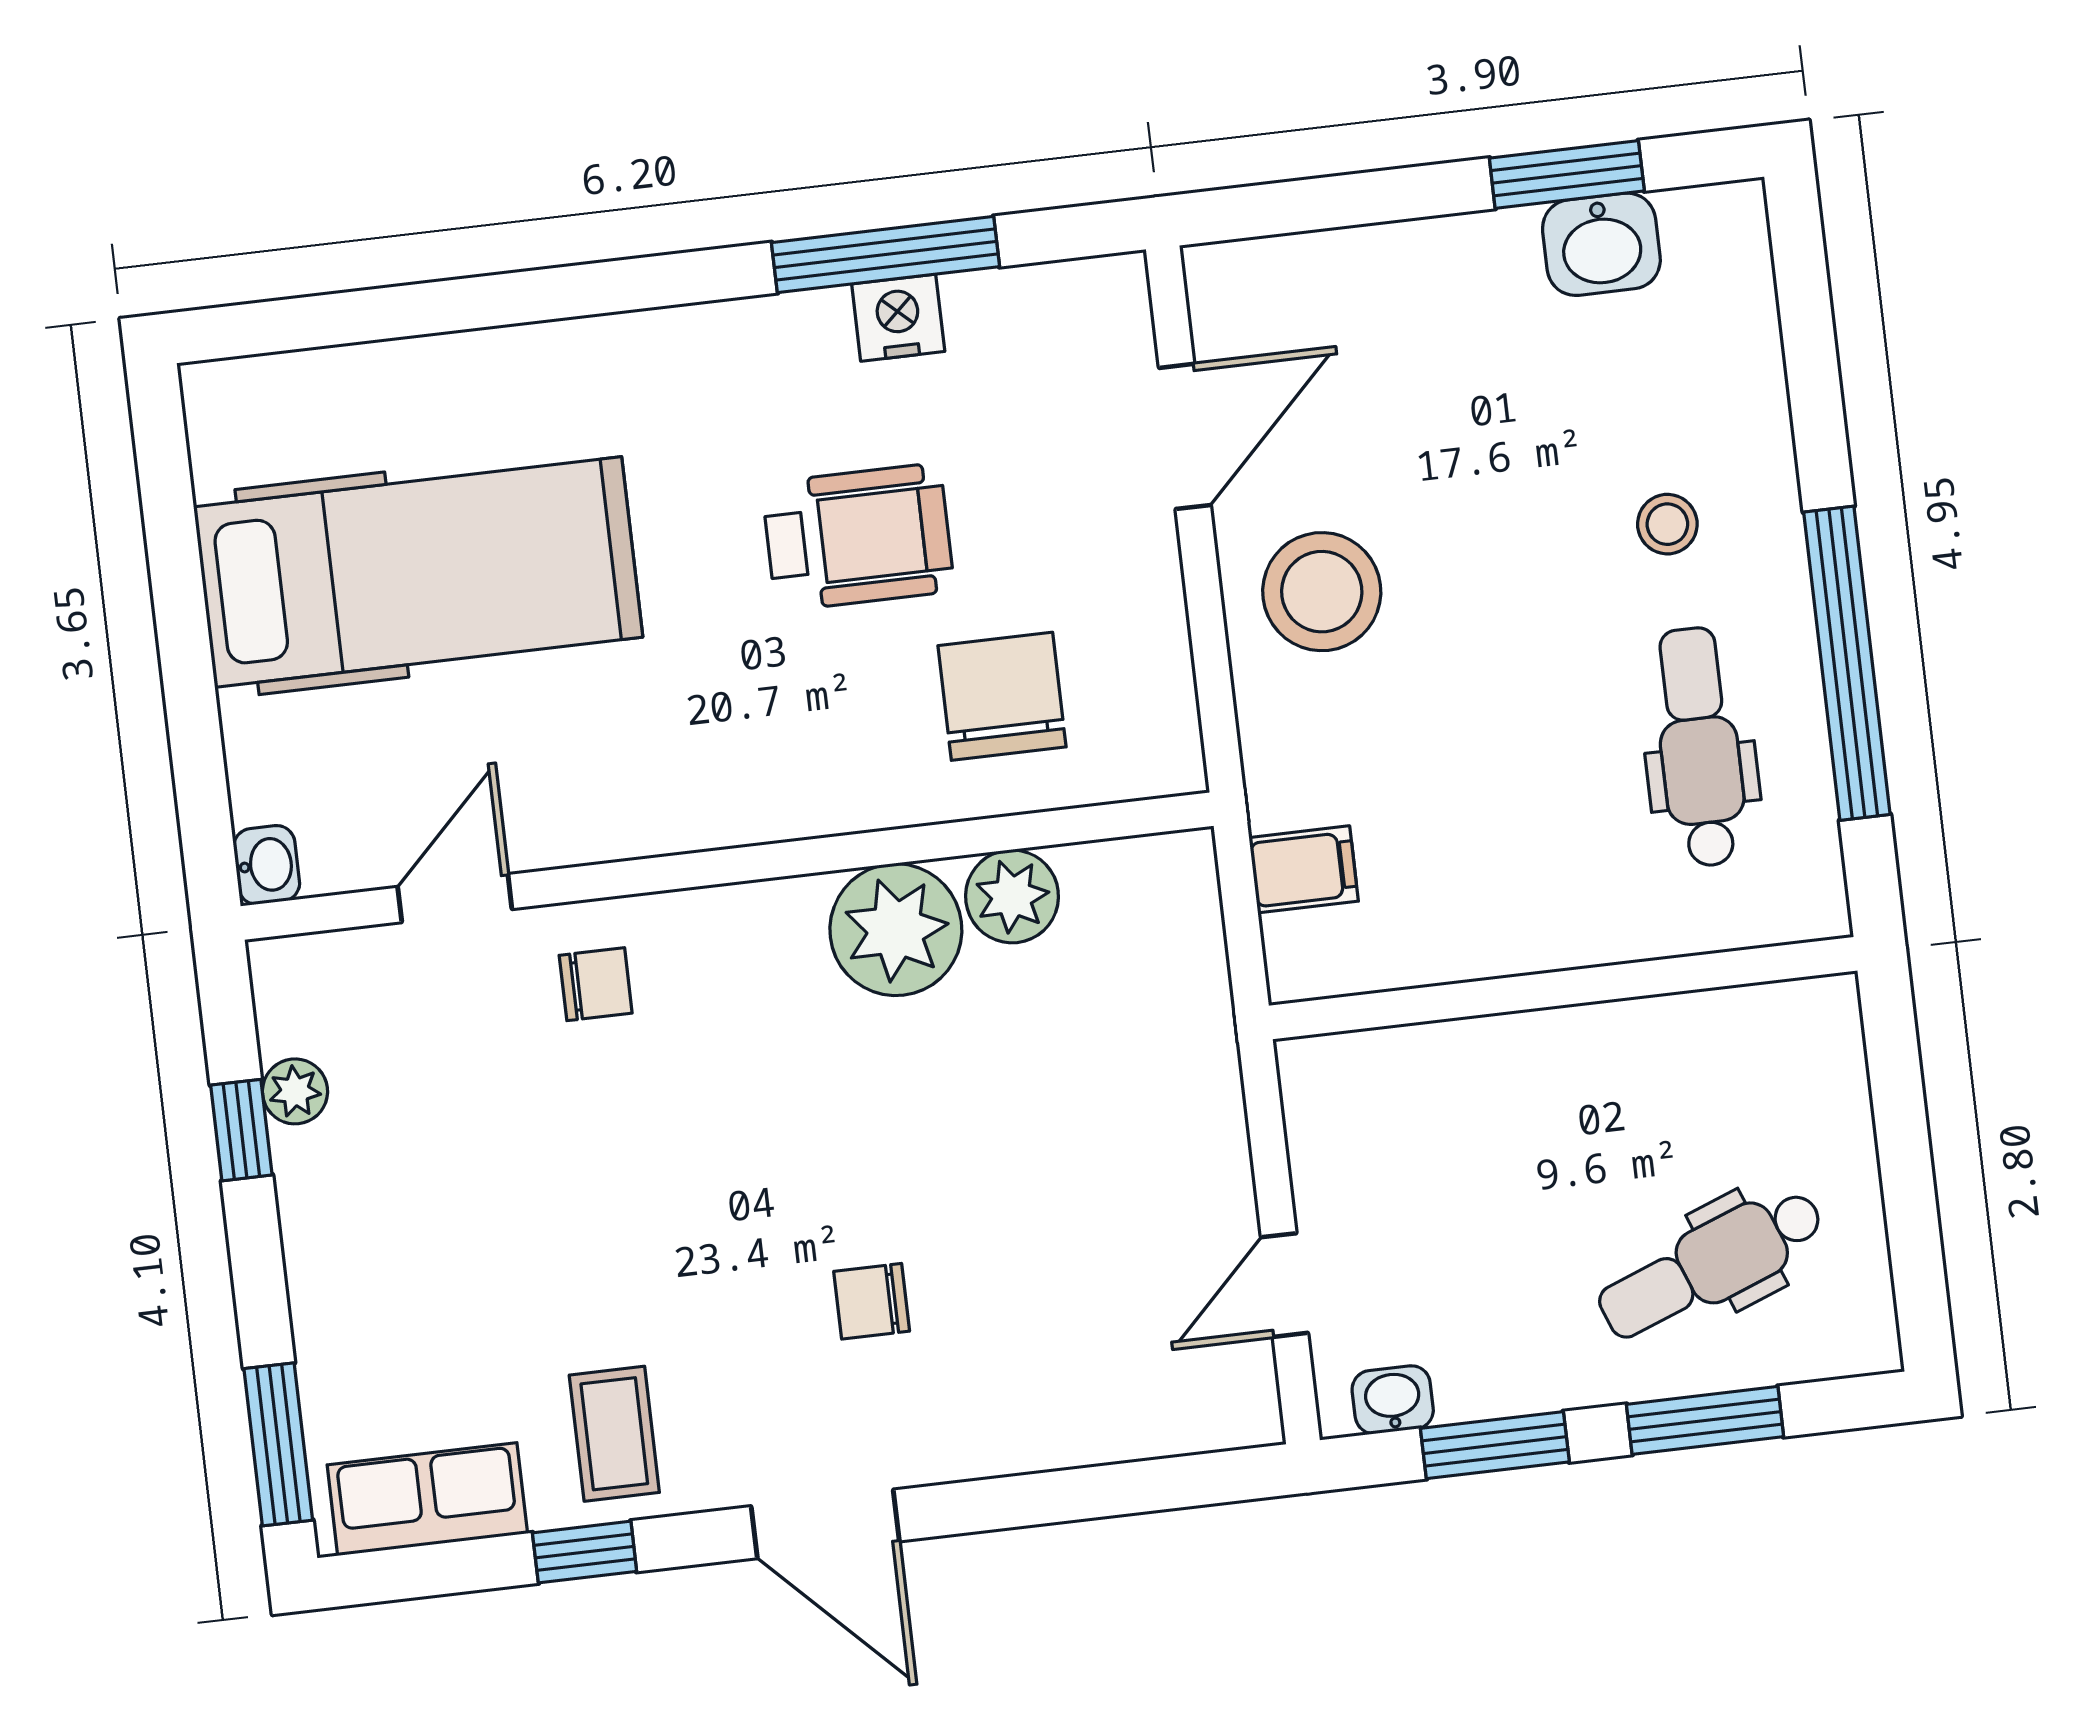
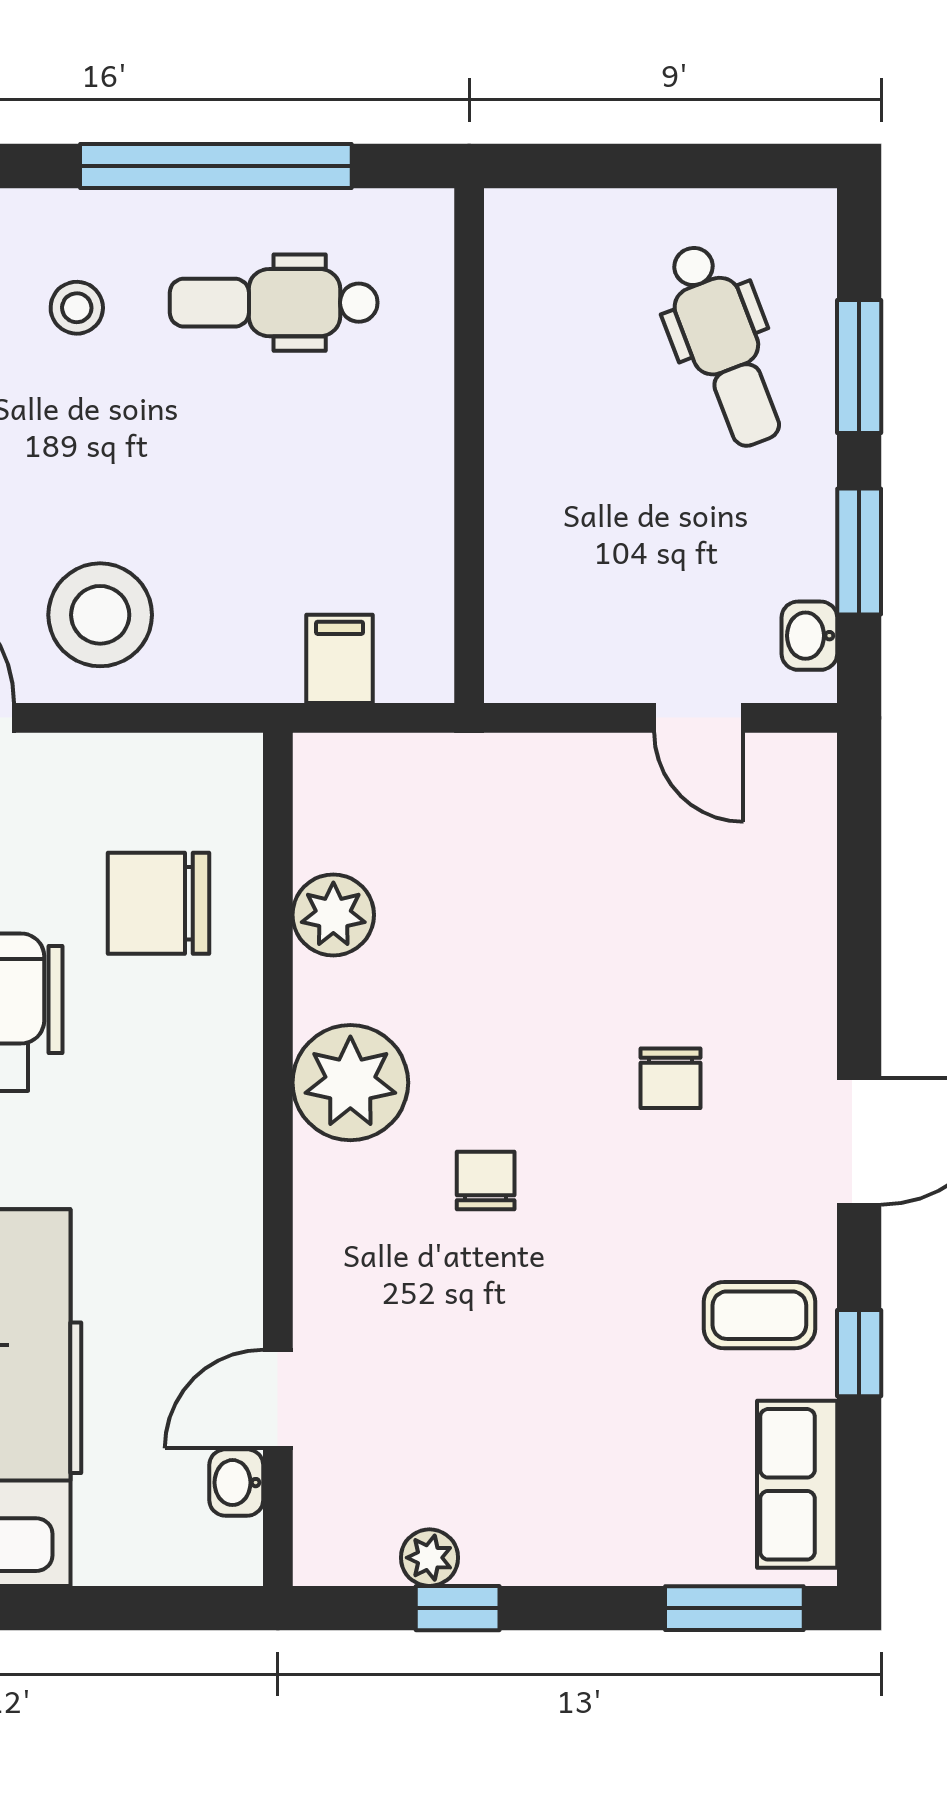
washbasin: (267, 865) -> (236, 1483), moved, turned -90
door: (455, 898) -> (278, 1399), hinge flipped
plant: (896, 930) -> (350, 1083), moved
chair: (596, 984) -> (486, 1180), moved

